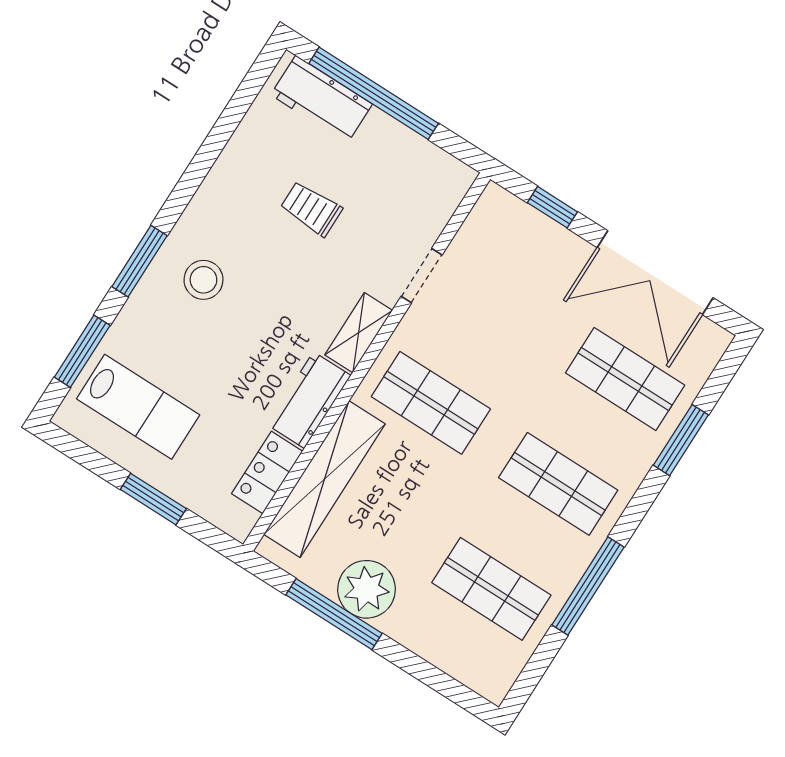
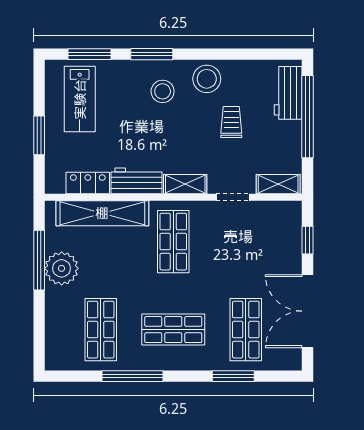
shelving: (444, 198) -> (278, 184), added
stool: (226, 204) -> (207, 79), added
shop shelf: (558, 484) -> (173, 330), turned 90

